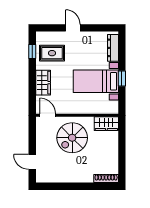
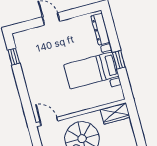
rug: (52, 53) -> (36, 53), removed
wardrobe: (43, 83) -> (34, 87), removed

